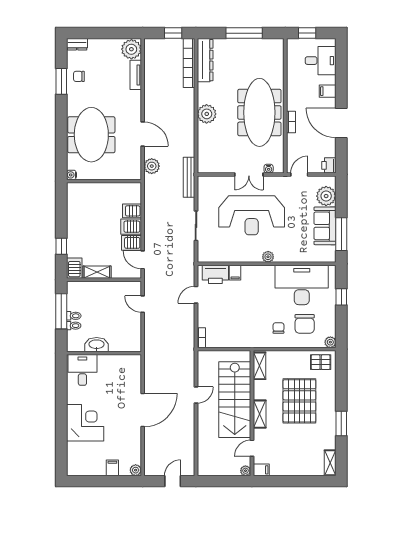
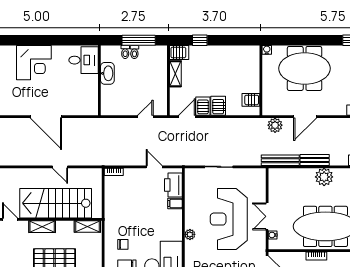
bench: (189, 124) -> (315, 160), added
bench: (189, 177) -> (280, 160), moved
server rack: (132, 211) -> (251, 100), moved, turned -90

